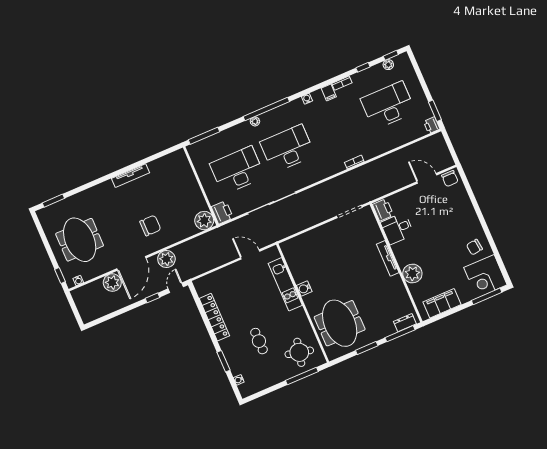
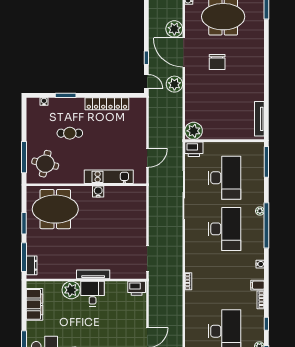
tv unit: (131, 176) -> (259, 119), moved
chair: (150, 226) -> (217, 62), moved
desk: (397, 228) -> (93, 294), moved

